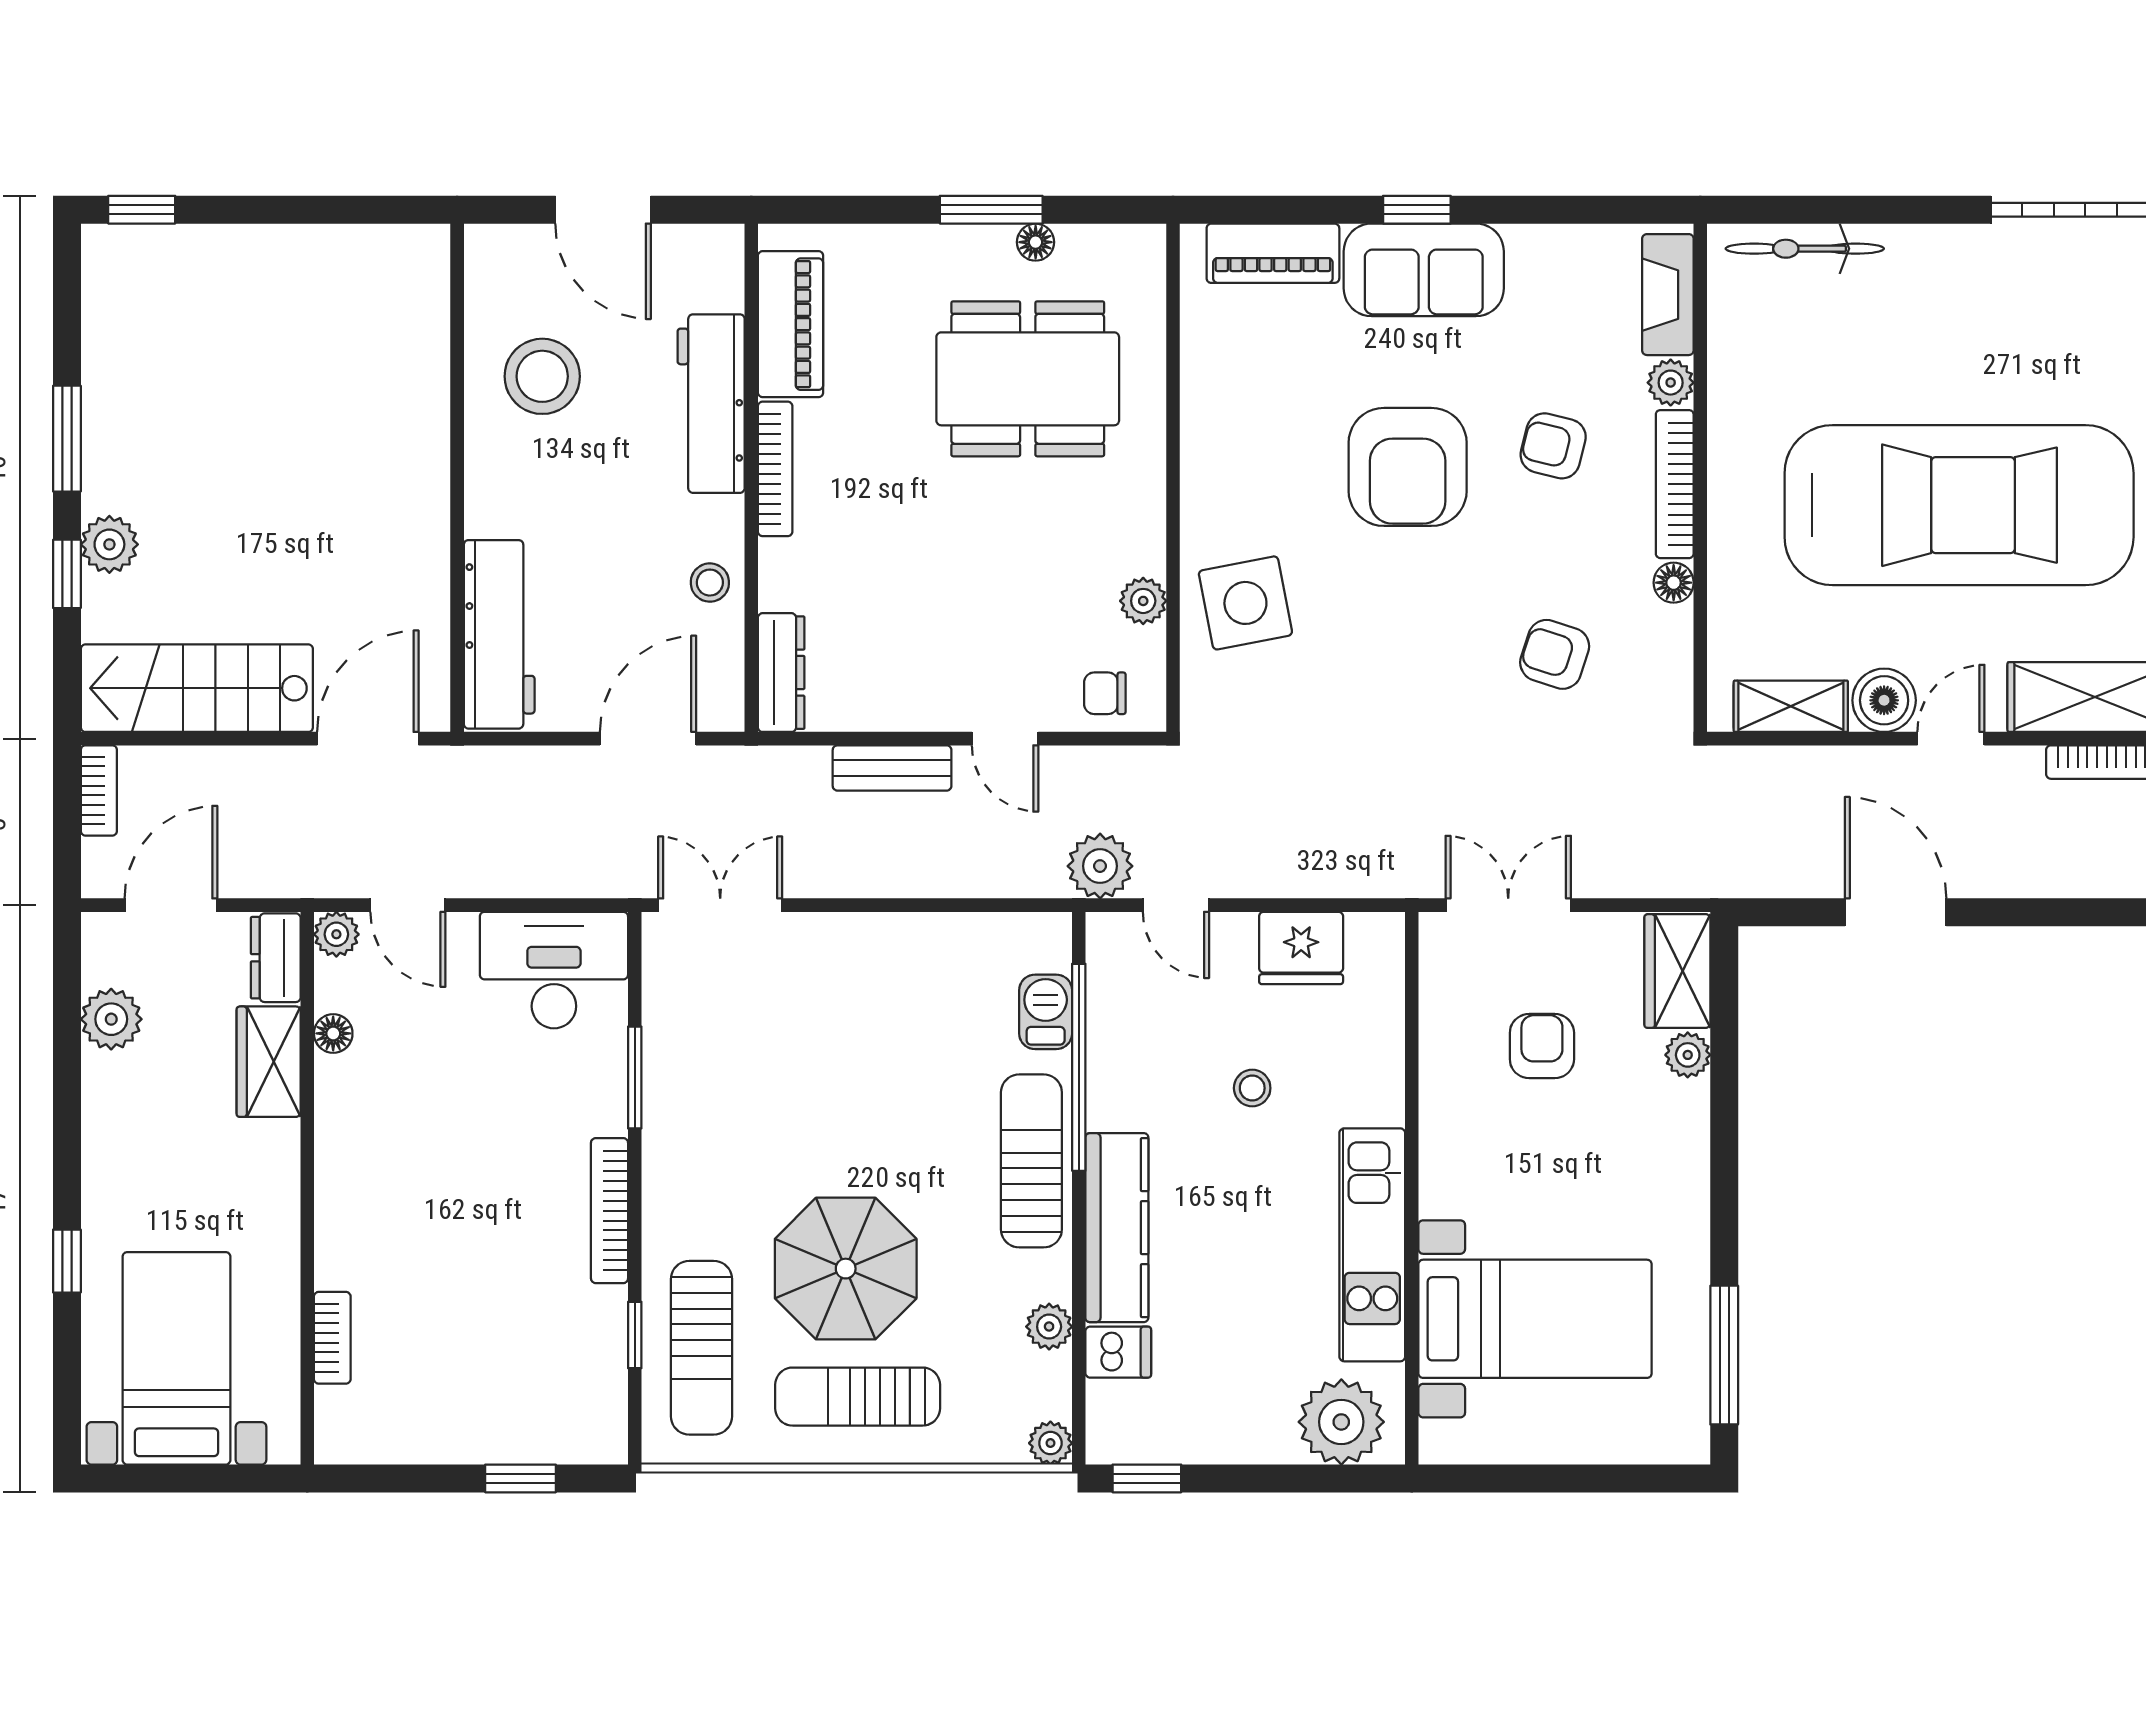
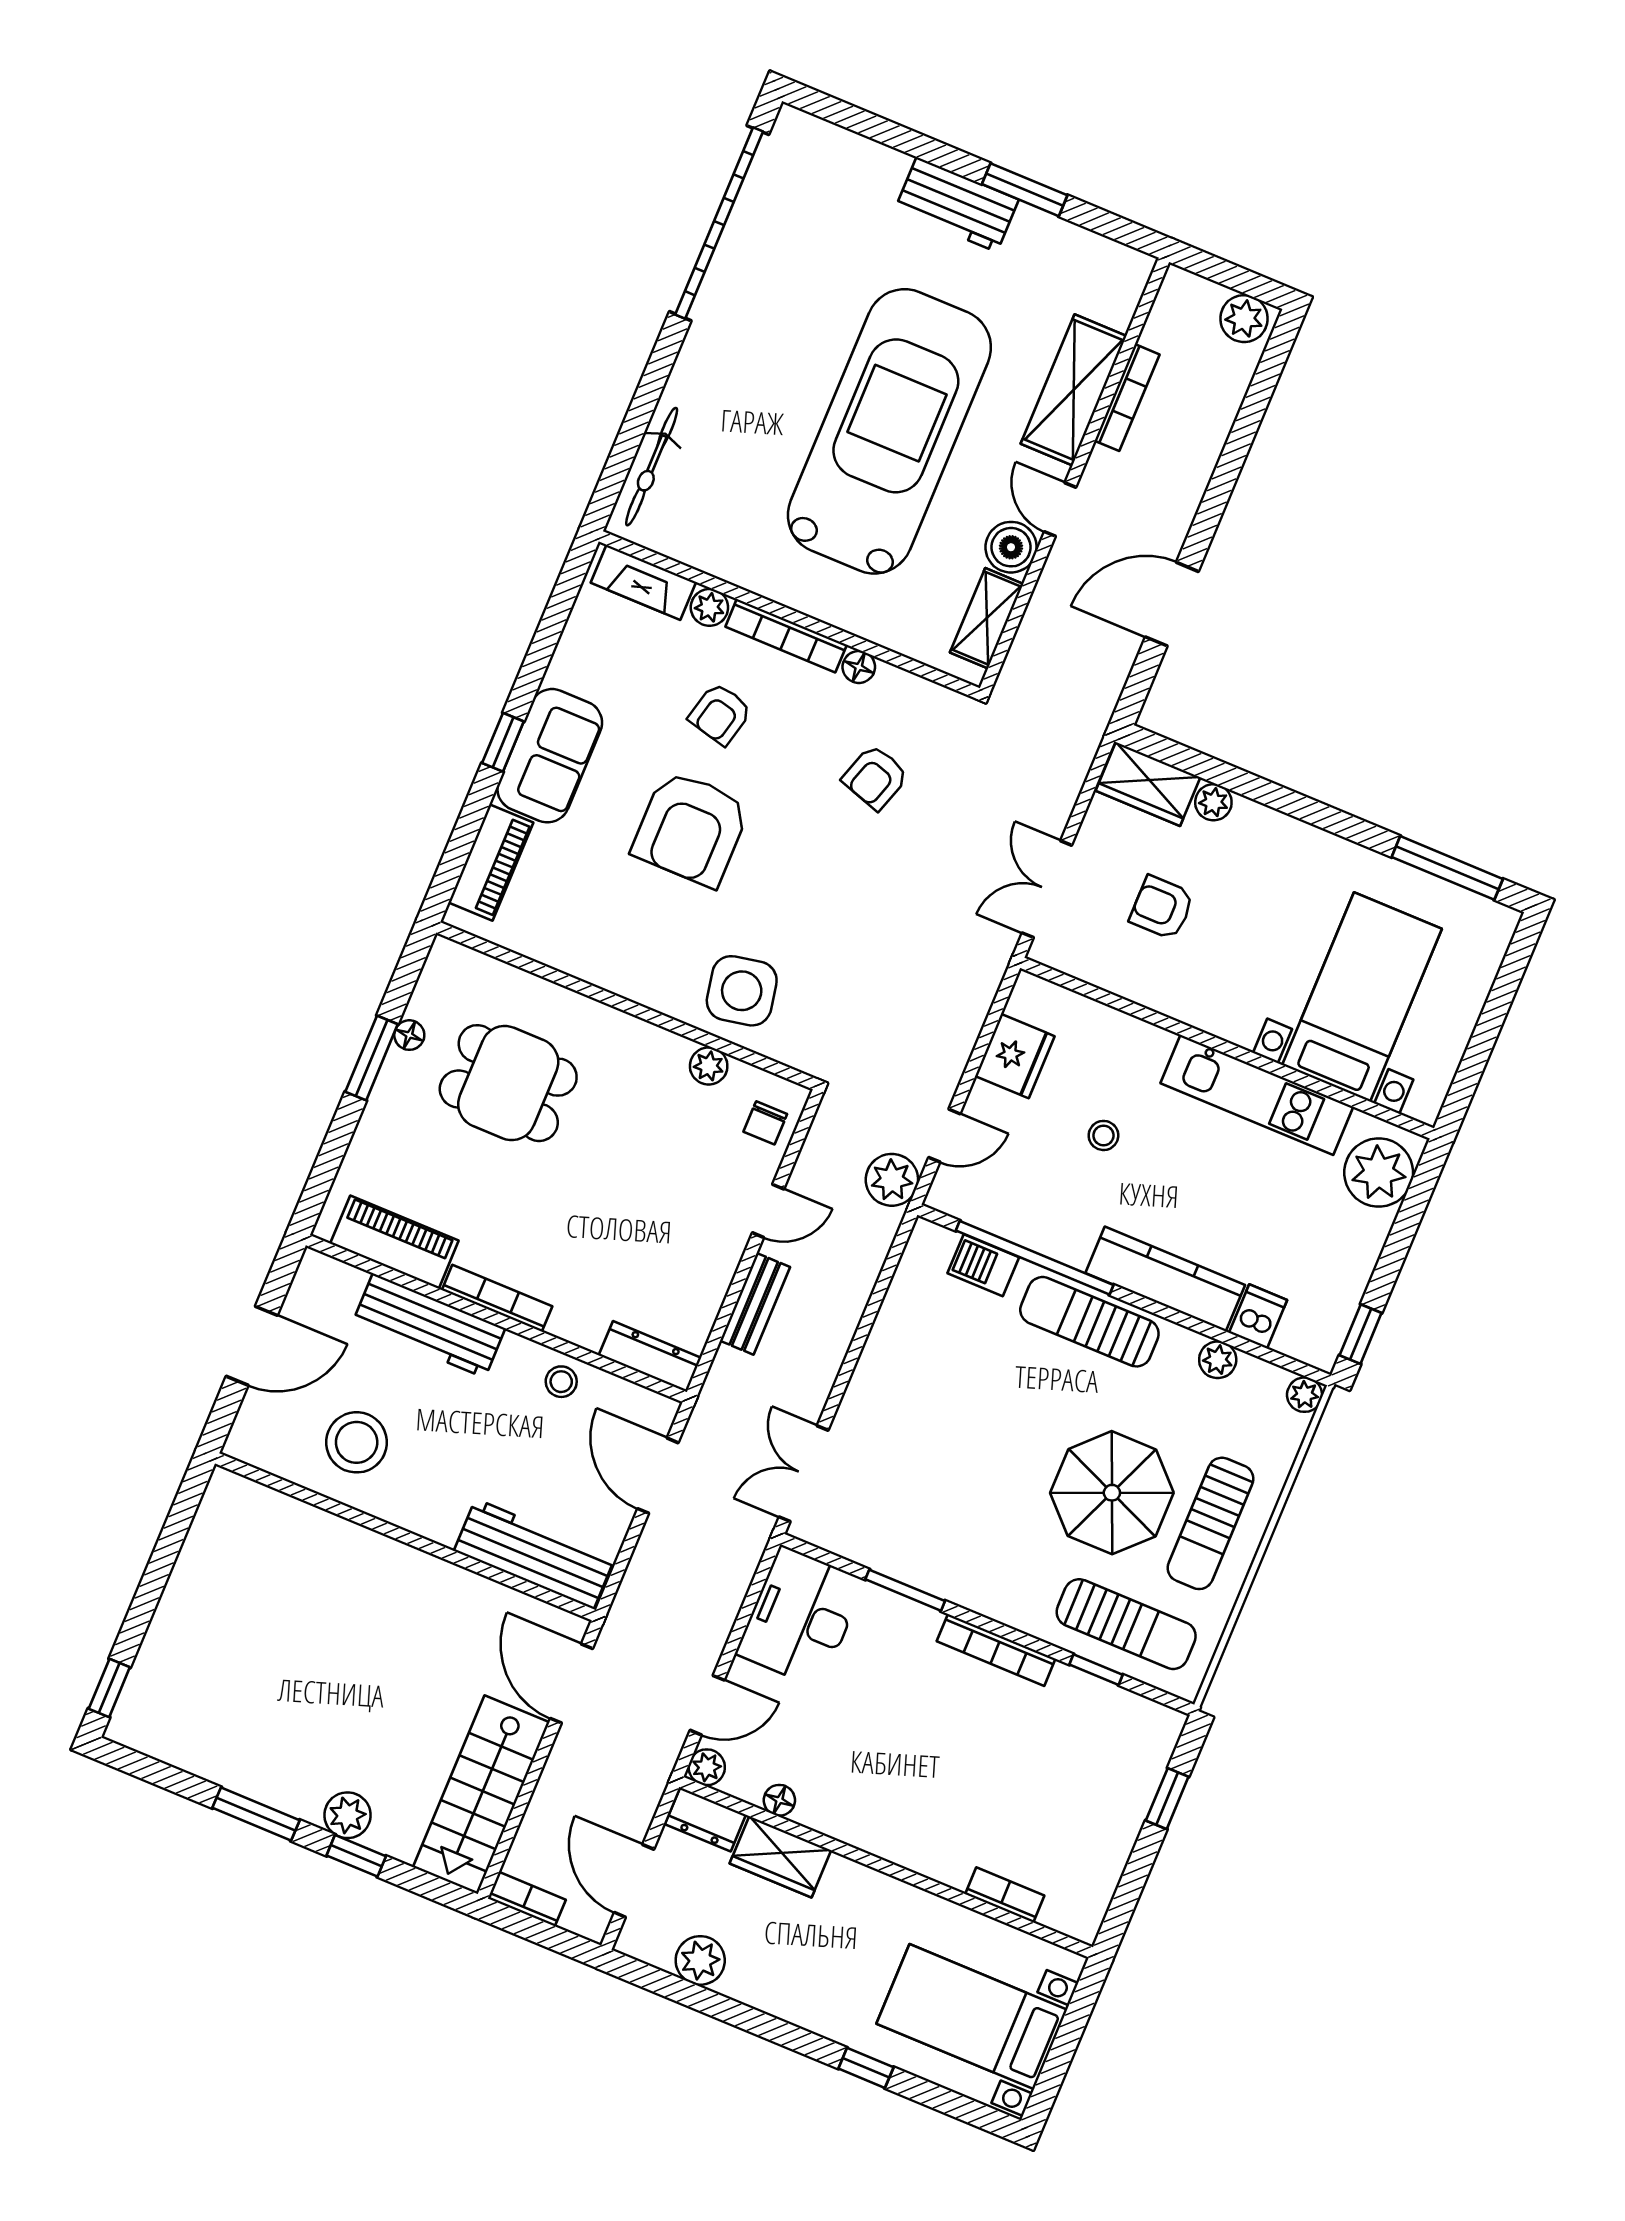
dining table: (1028, 379) -> (508, 1083), width x0.73
armchair: (1408, 467) -> (691, 828), turned 90

